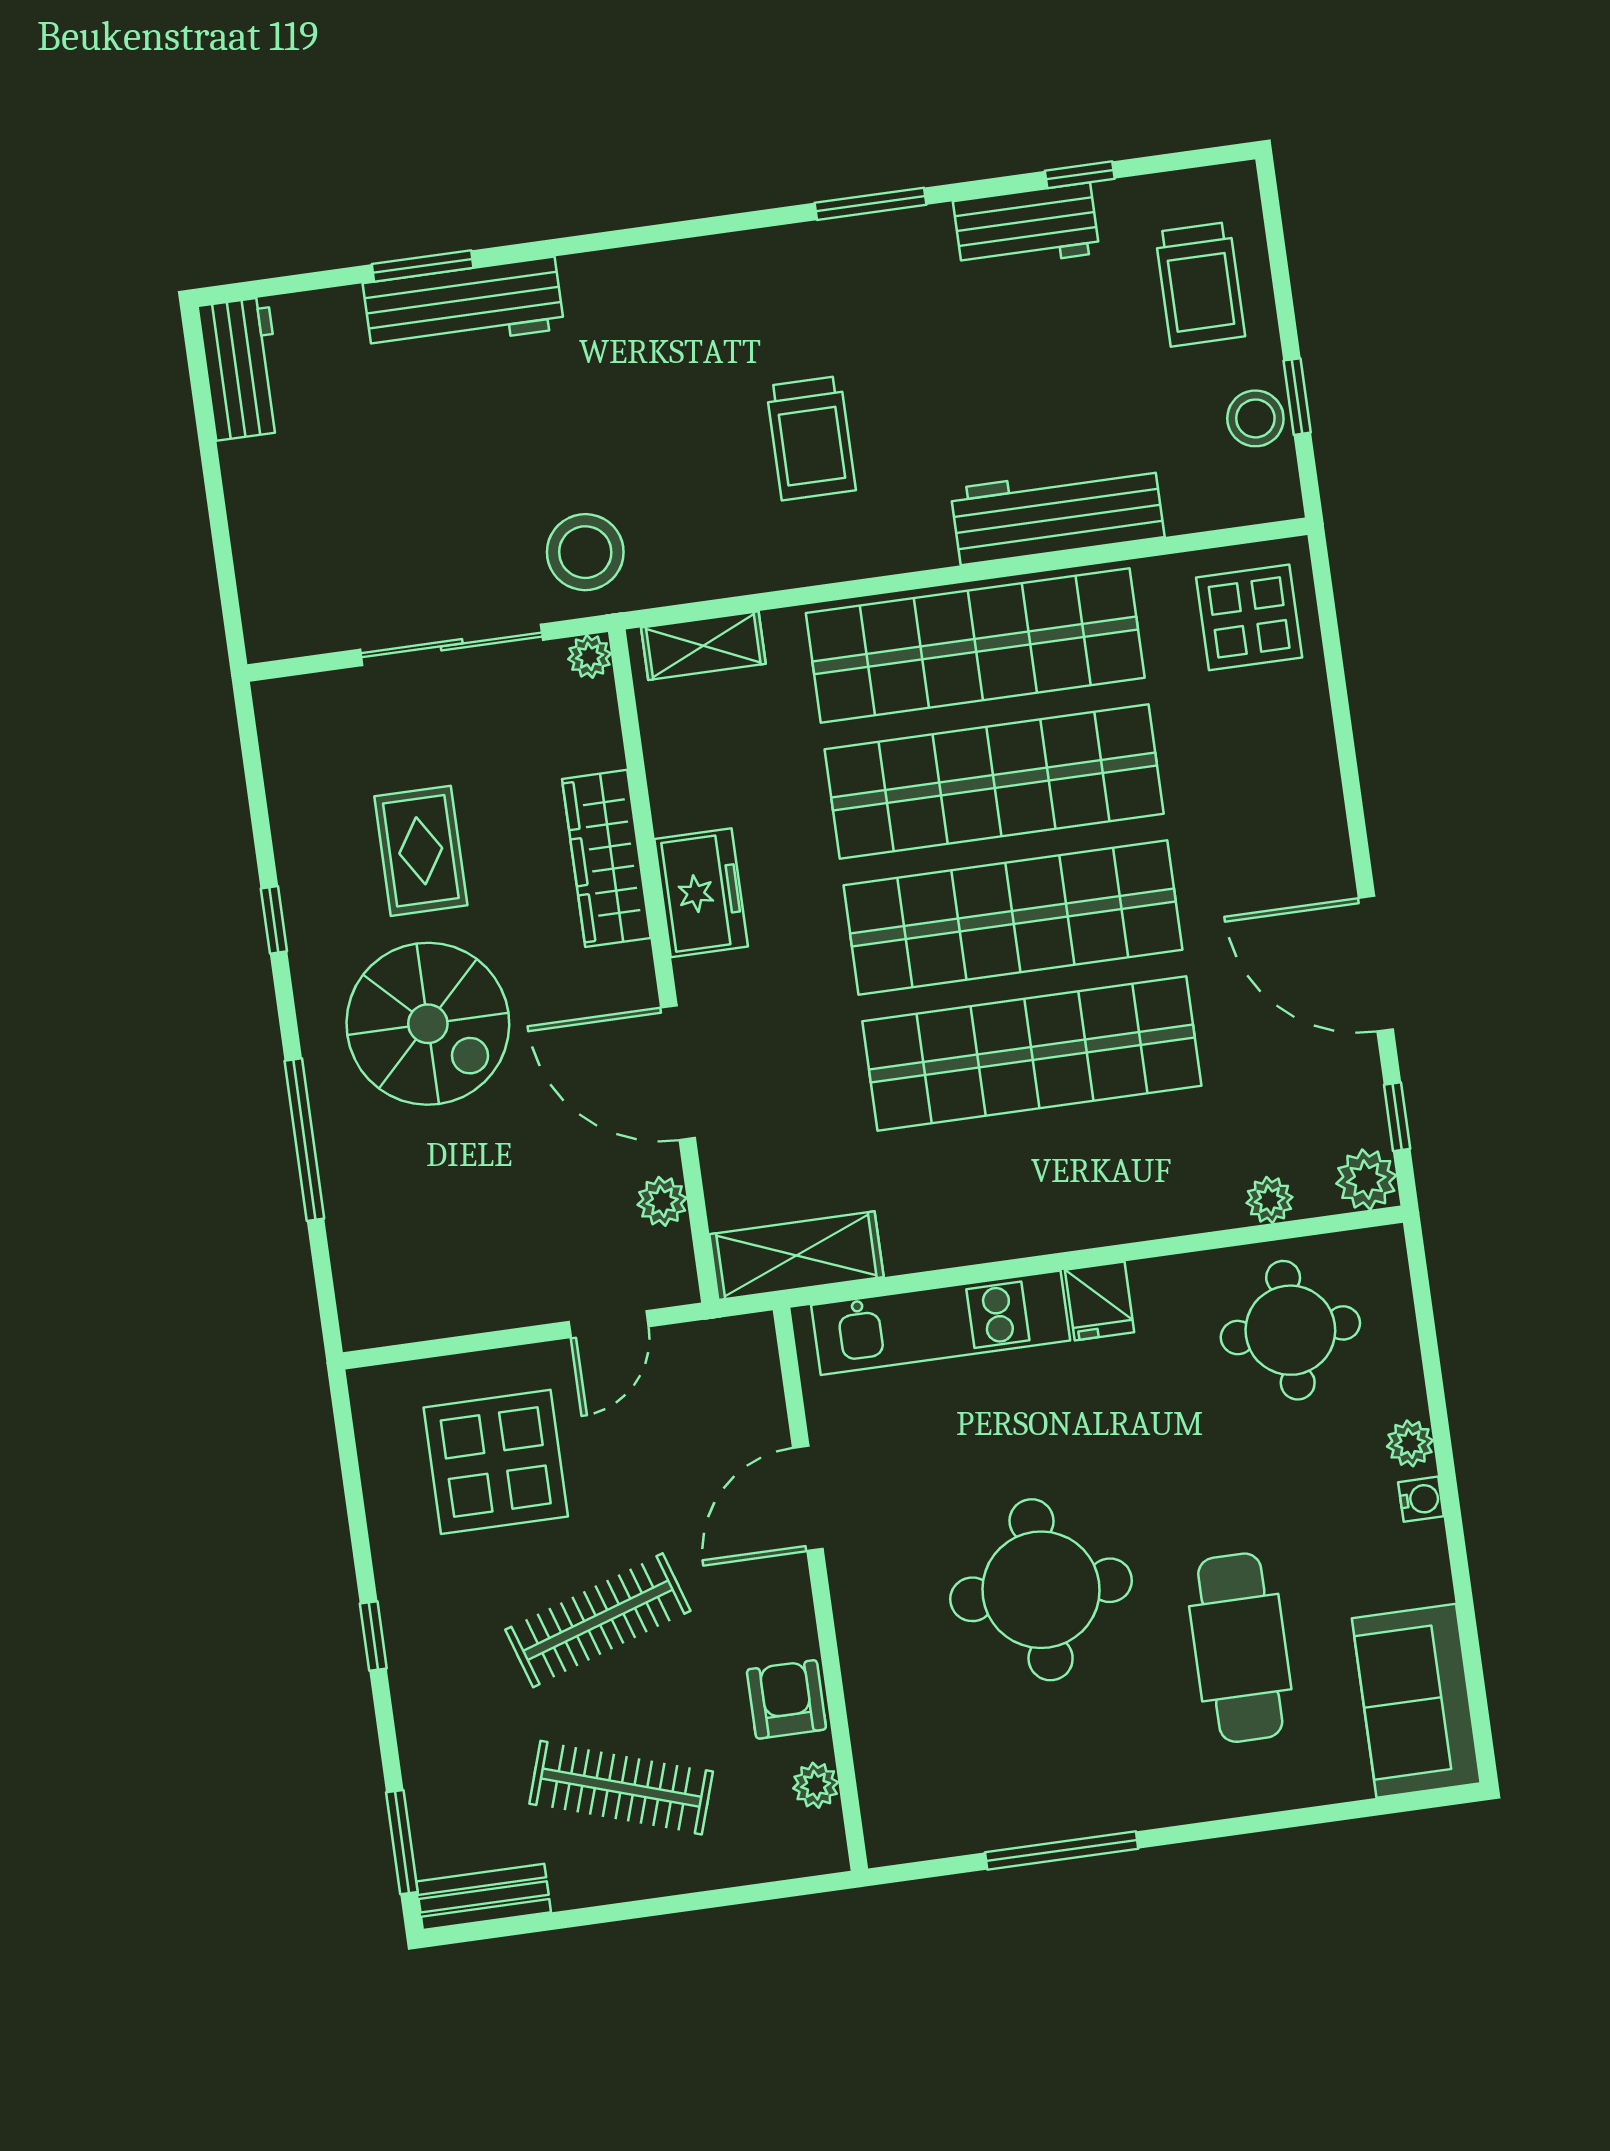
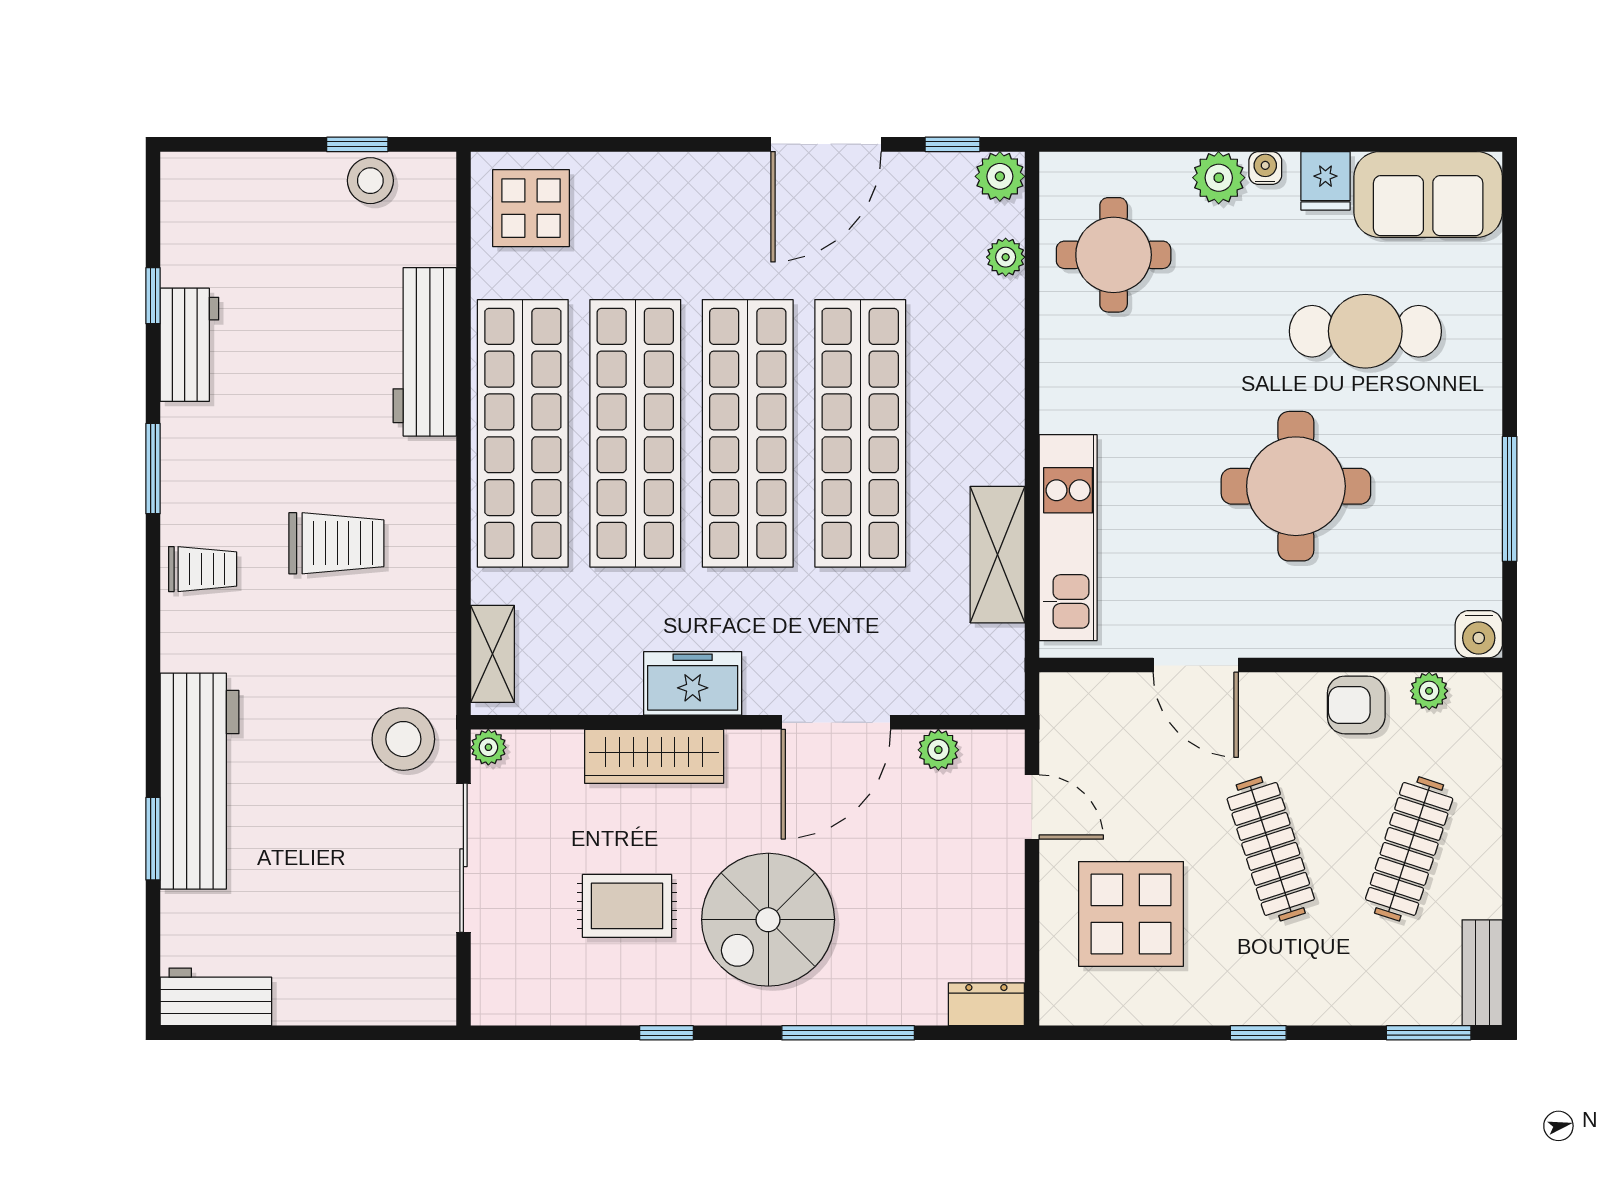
trolley: (1200, 284) -> (203, 569), moved, width x0.73, depth x0.72
workbench: (464, 306) -> (200, 781), width x1.36, depth x1.32
spiral stairs: (428, 1024) -> (768, 920), turned 180
shelving: (796, 1256) -> (997, 555), moved
fridge: (1100, 1301) -> (1325, 181), moved, turned 90
dresser: (362, 1302) -> (986, 1004), added
plant: (1410, 1443) -> (1219, 178), width x1.38, depth x1.38
water cooler: (893, 1836) -> (1479, 634), added

